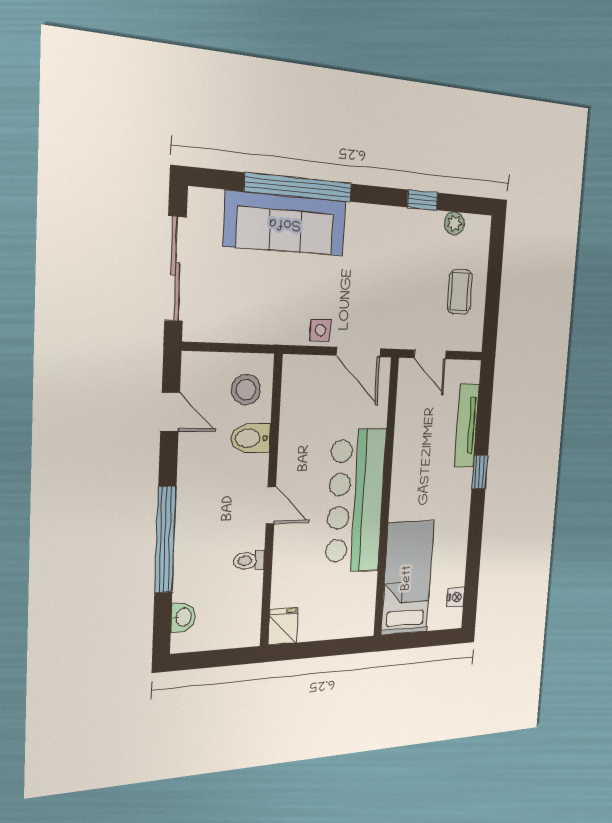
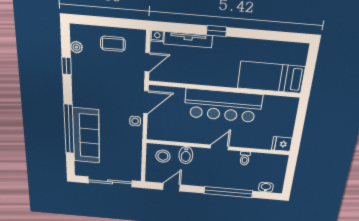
nightstand: (456, 597) -> (157, 36), moved

